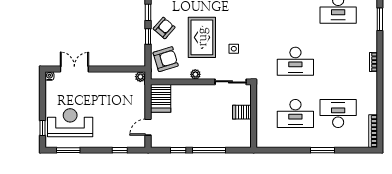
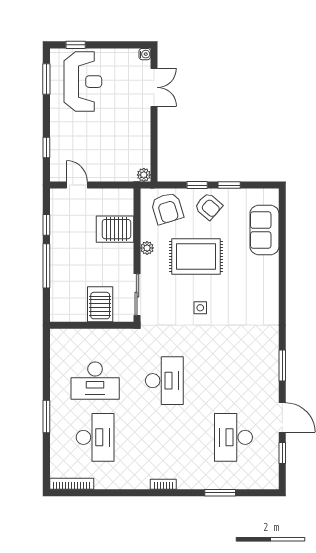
side table: (234, 49) -> (200, 308), moved
desk: (295, 61) -> (164, 381), turned 180
server rack: (161, 98) -> (115, 229), moved
server rack: (242, 112) -> (100, 304), width x1.36, depth x1.44
desk: (295, 113) -> (95, 381), turned -90

